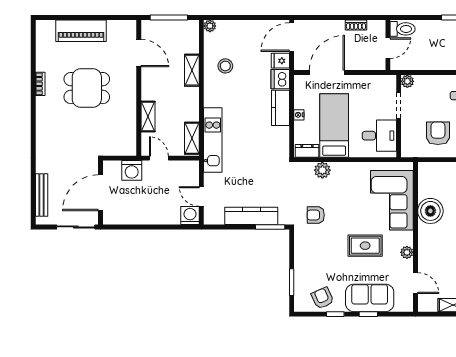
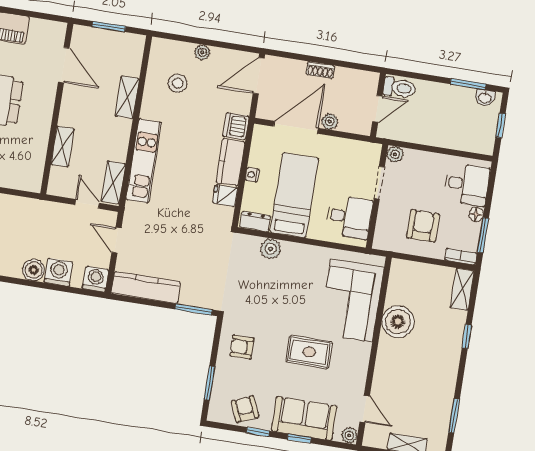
window: (169, 17) -> (109, 27), width x0.69
shoe rack: (356, 25) -> (320, 70), moved
plant: (210, 26) -> (202, 52), moved
fridge: (280, 61) -> (225, 195), moved
plant: (352, 64) -> (330, 121), added
stool: (225, 66) -> (178, 83), moved
kitchen unit: (213, 140) -> (144, 161), moved
door: (159, 158) -> (87, 204), moved
washing machine: (132, 170) -> (59, 272), moved, turned 180
door: (201, 196) -> (116, 240), moved
armchair: (316, 215) -> (242, 347), moved
boiler: (141, 216) -> (34, 270), added
kitchen counter: (251, 216) -> (146, 288), moved
plant: (407, 252) -> (349, 435), moved

